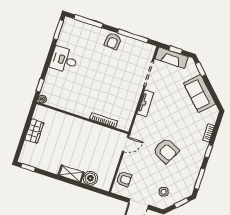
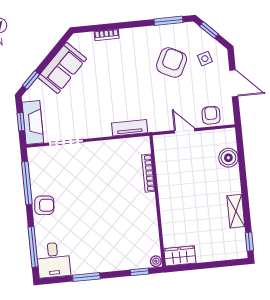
window: (58, 30) -> (86, 277), moved
desk: (64, 60) -> (53, 260), moved
tv unit: (145, 103) -> (130, 128), moved
wardrobe: (34, 131) -> (180, 256), moved
door: (126, 144) -> (185, 131), moved
armchair: (166, 151) -> (172, 62), moved
window: (209, 151) -> (129, 25), removed
shelving: (71, 174) -> (236, 211), moved

